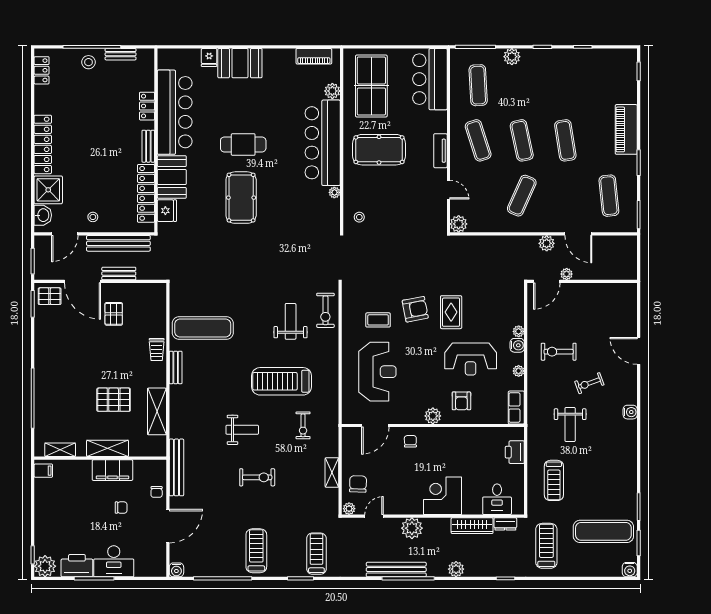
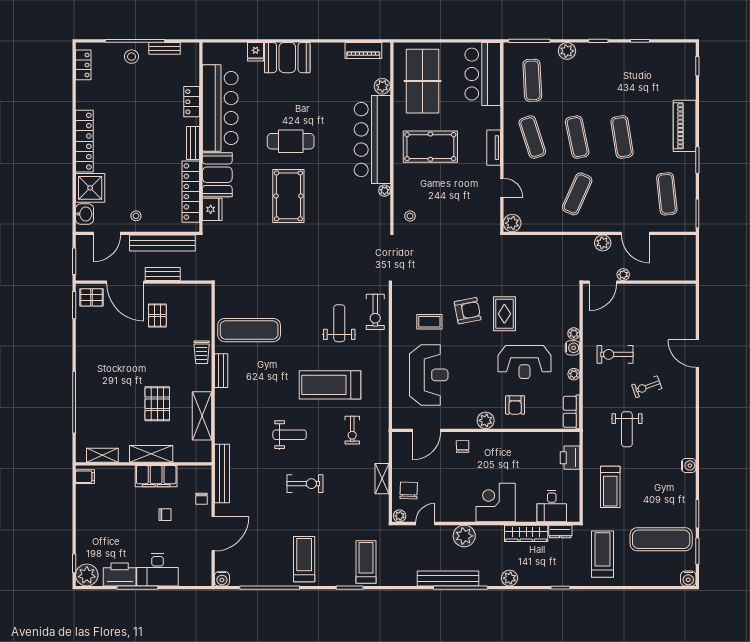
pallet: (114, 400) -> (157, 404), turned 90
water cooler: (630, 412) -> (689, 465), moved

